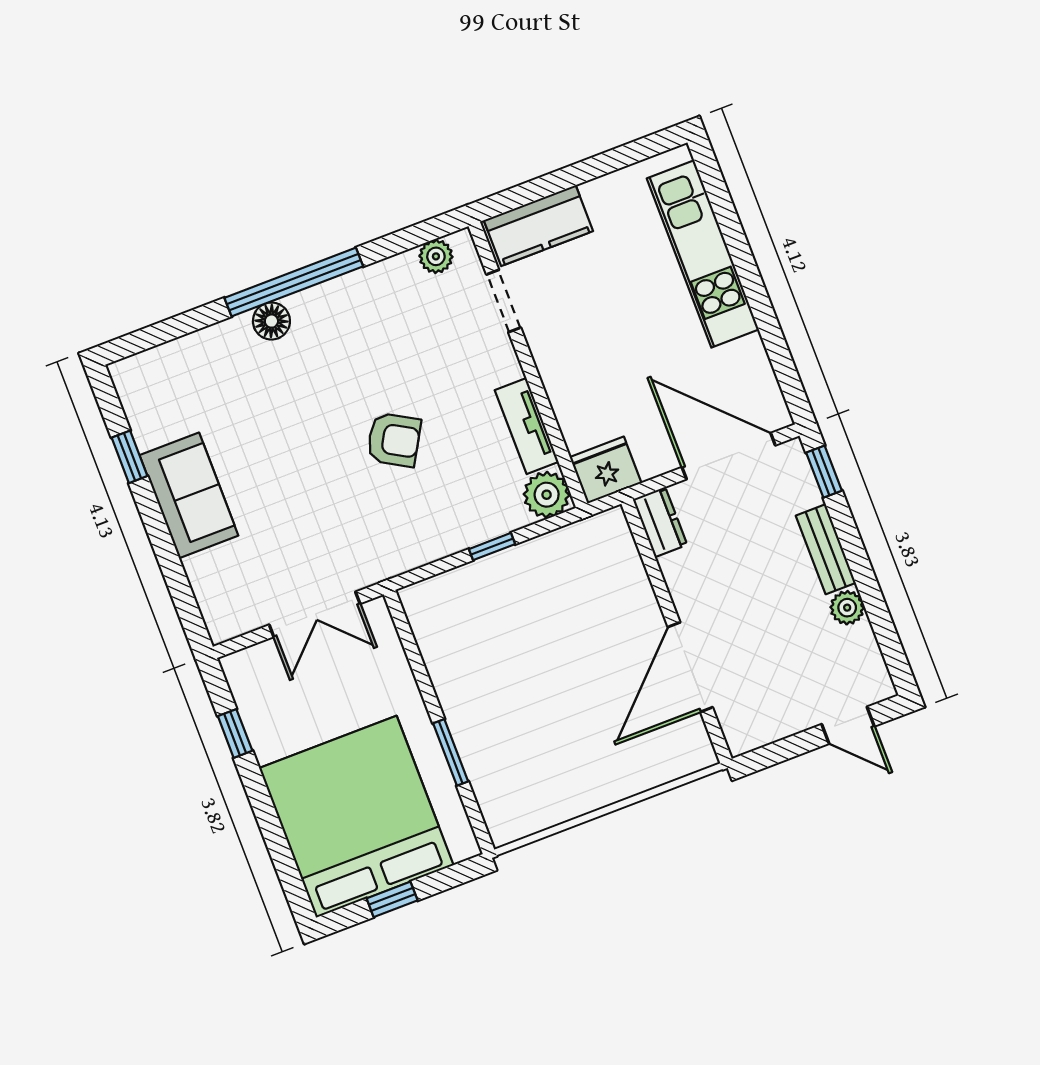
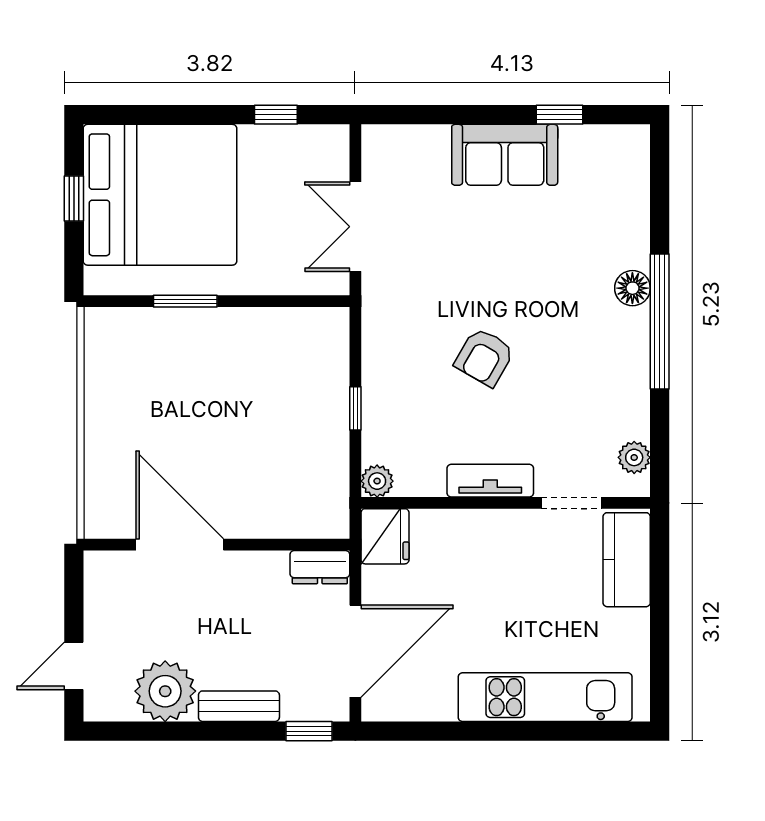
tv unit: (527, 426) -> (490, 481), moved
plant: (547, 495) -> (377, 481), width x0.73, depth x0.73
plant: (847, 608) -> (165, 691), width x1.88, depth x1.88

